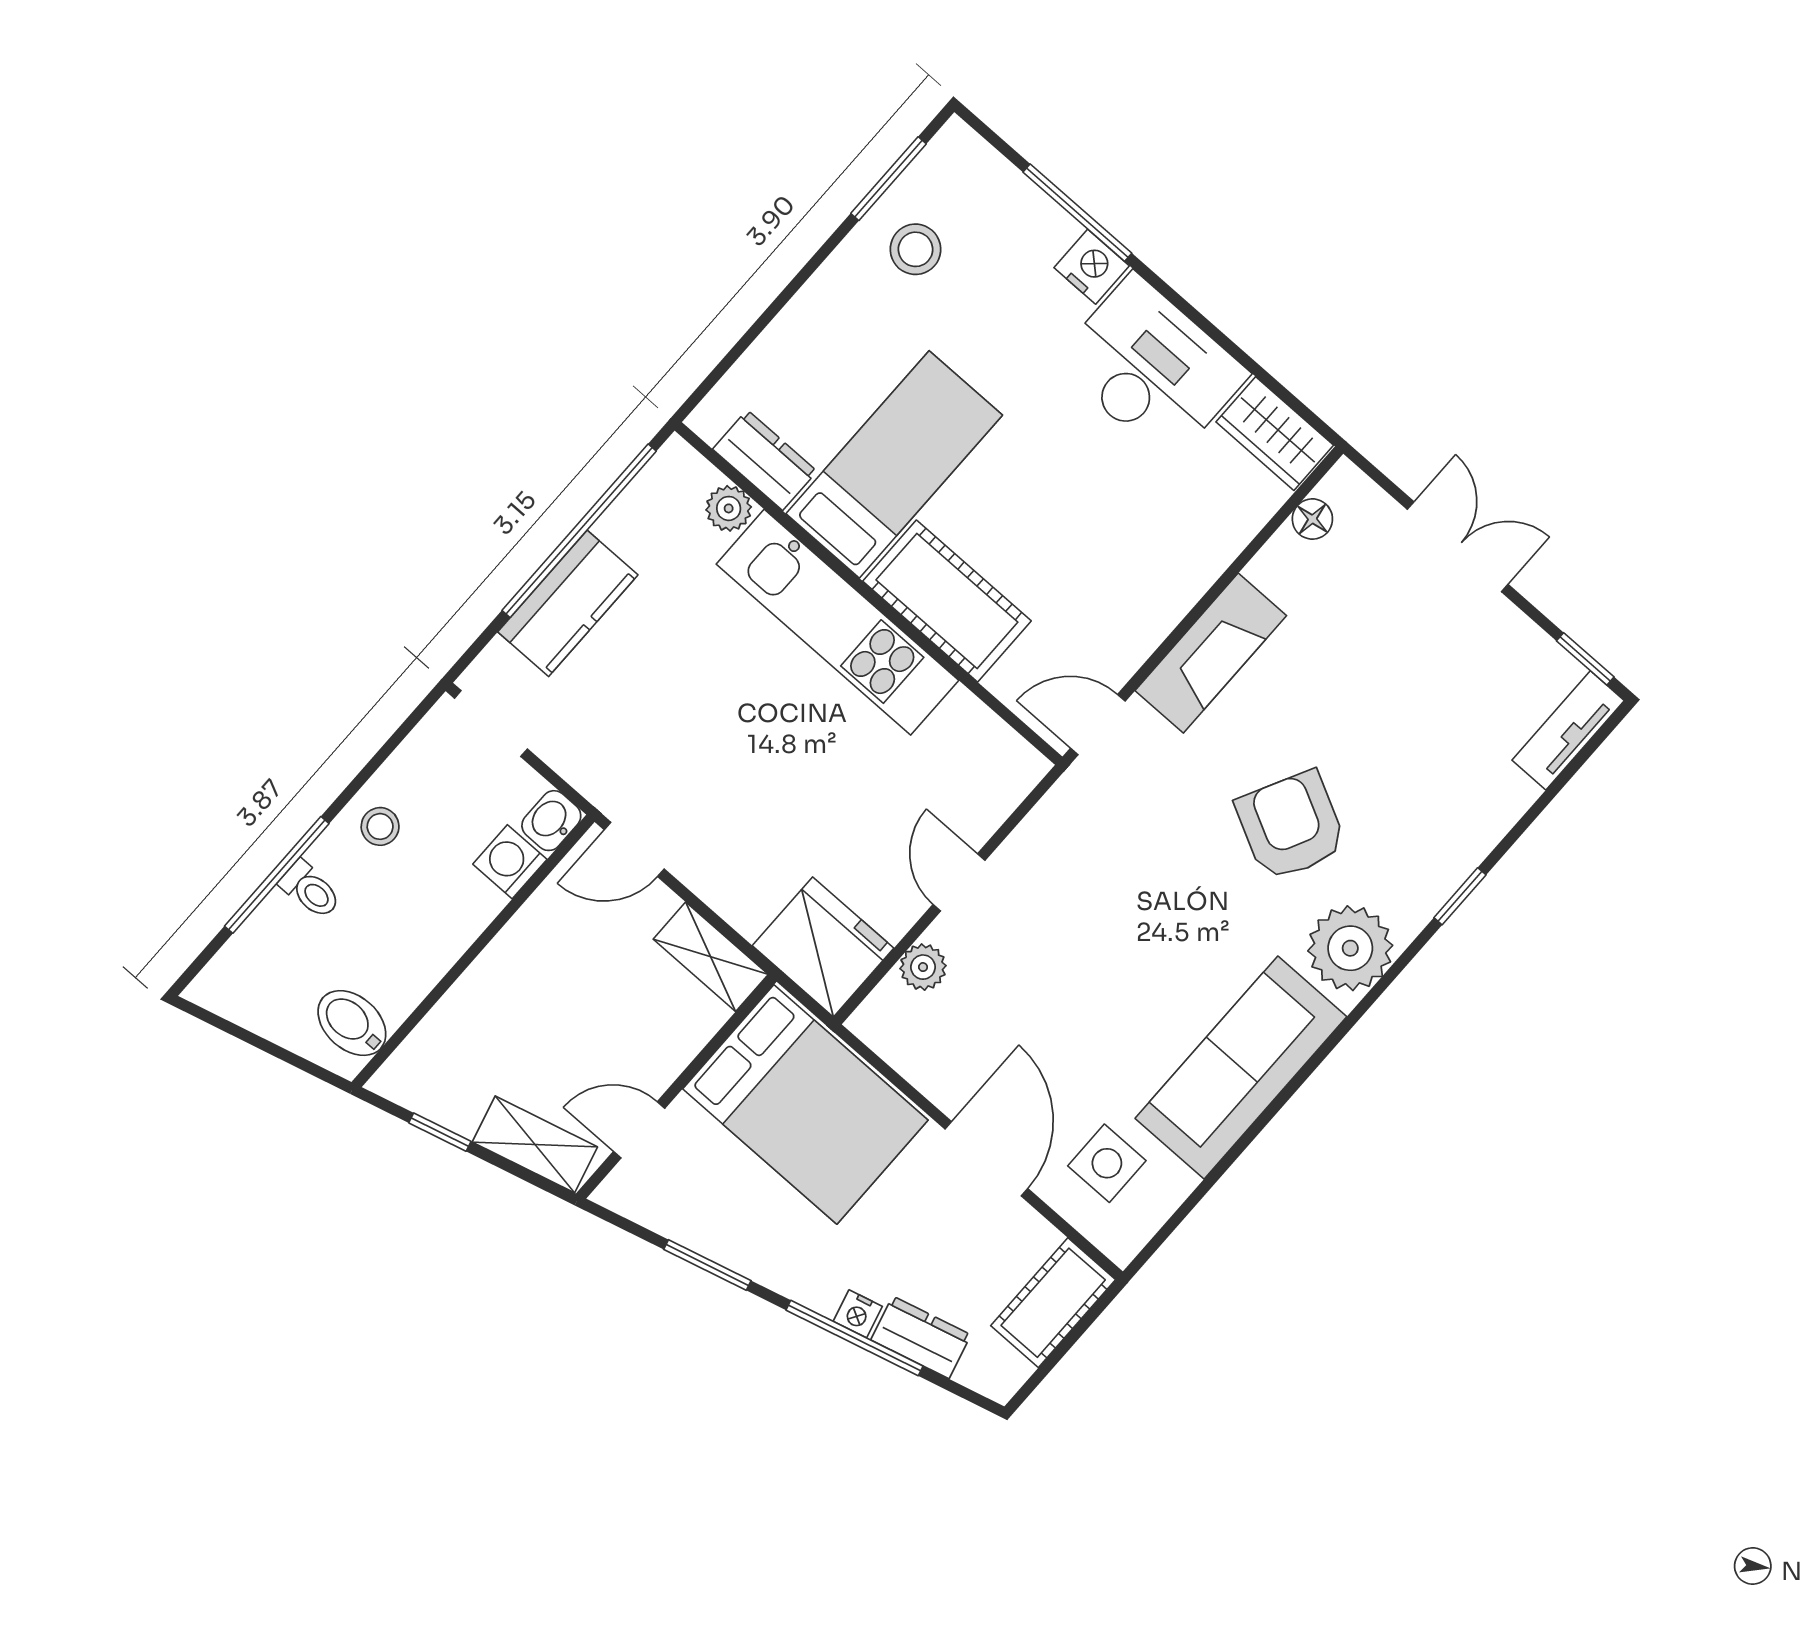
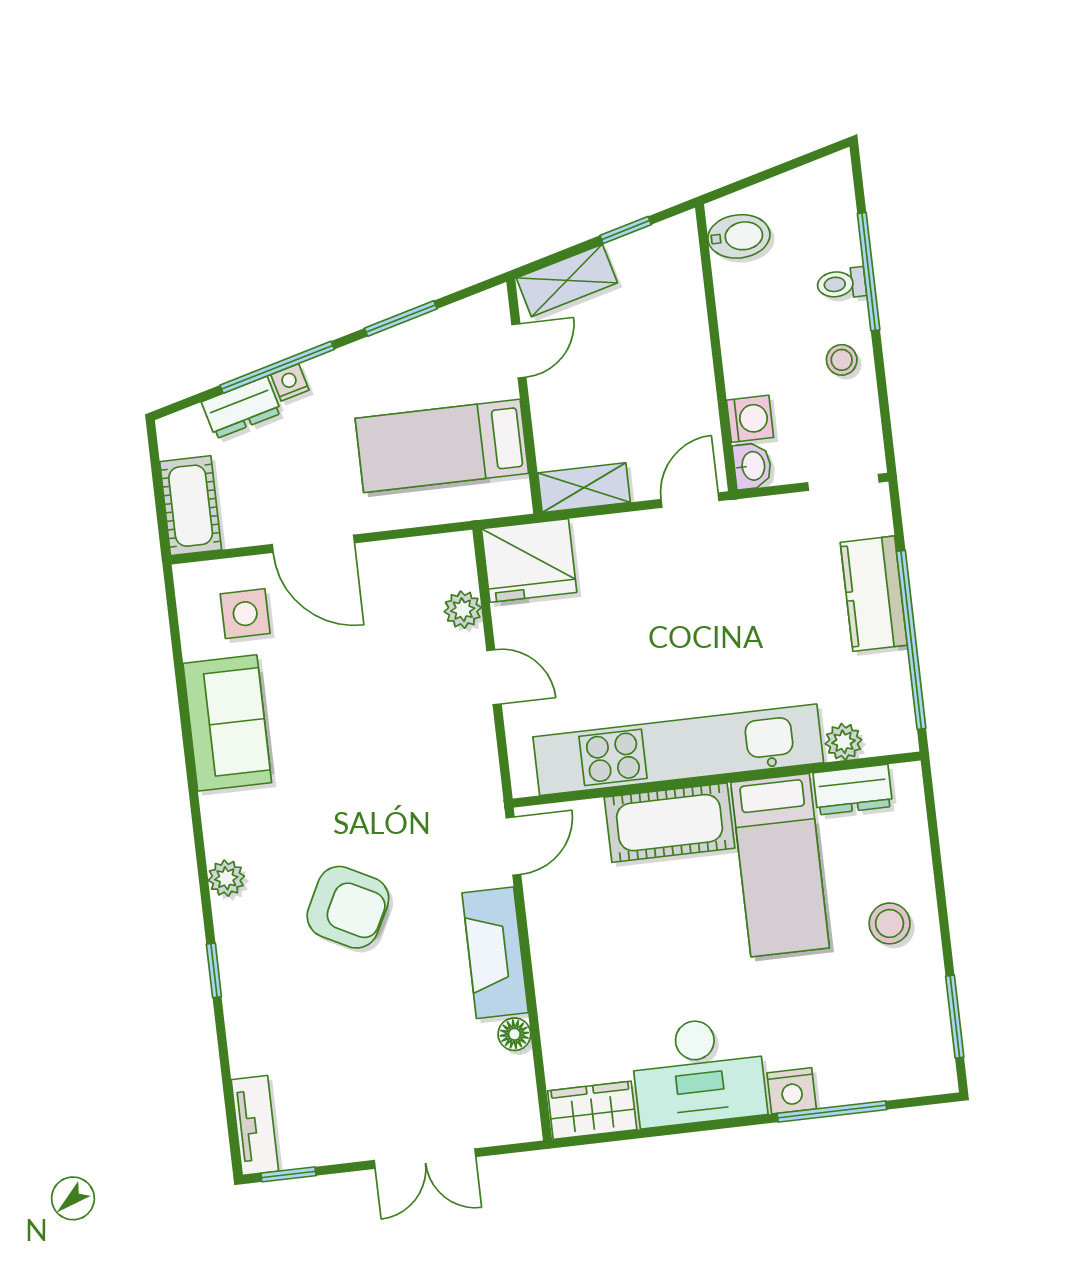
stool: (916, 249) -> (890, 923), moved
floor lamp: (1312, 519) -> (514, 1034), moved
kitchen unit: (837, 622) -> (678, 750), width x1.36
plant: (1350, 948) -> (226, 878), width x0.53, depth x0.53
sofa: (1241, 1068) -> (227, 723), width x0.73
bed: (805, 1104) -> (442, 446), width x0.67

